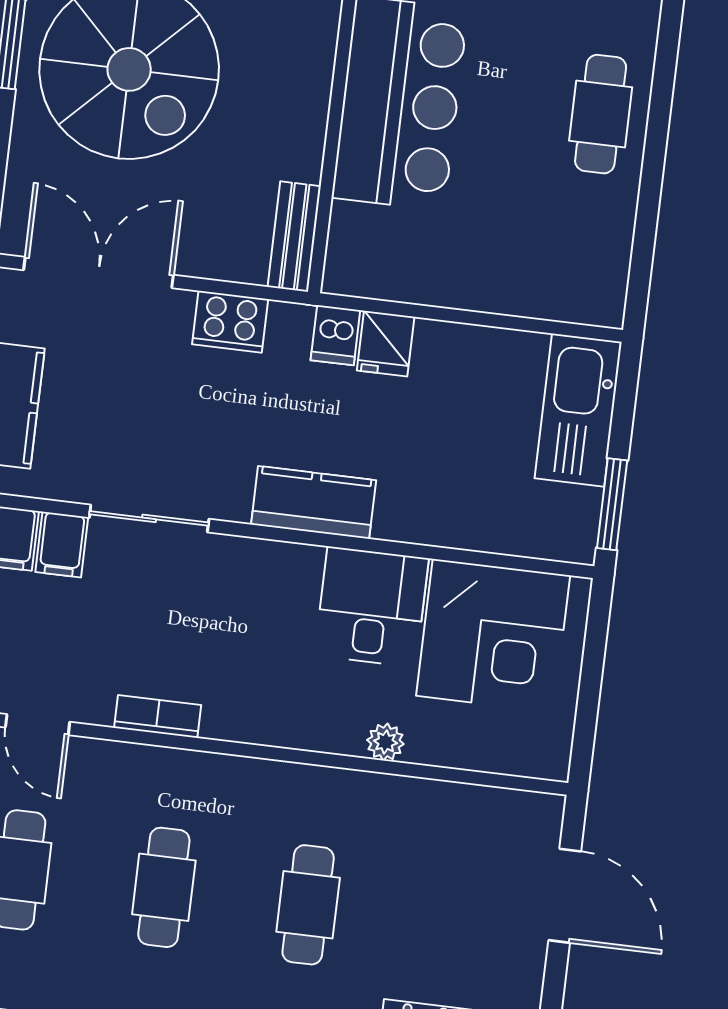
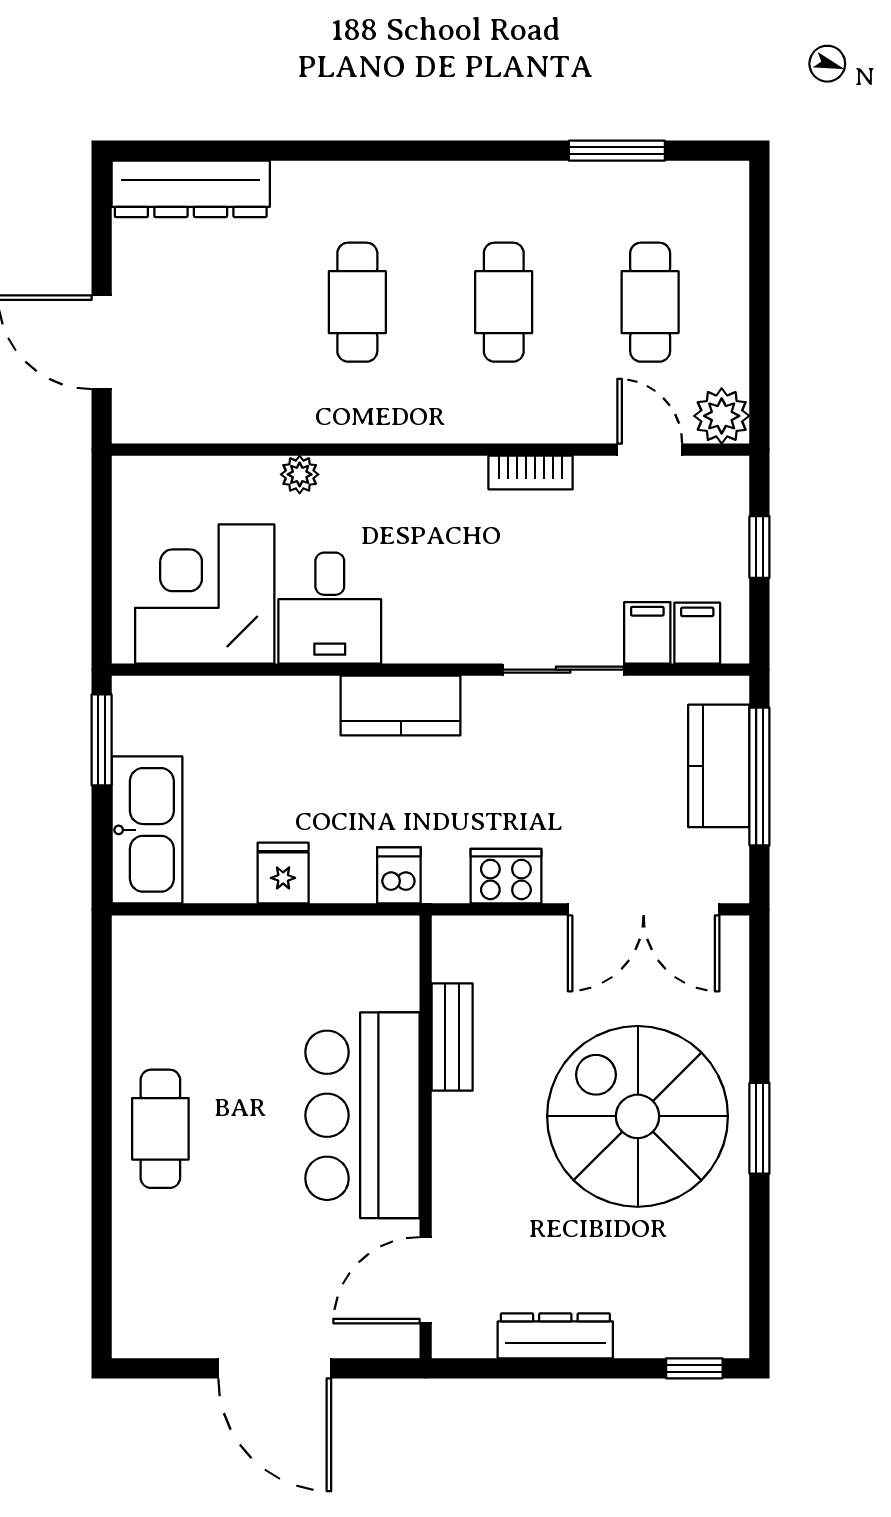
bench: (294, 237) -> (452, 1037), moved
fridge: (386, 344) -> (283, 873), moved

